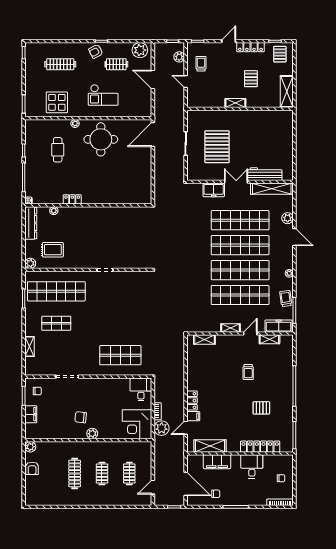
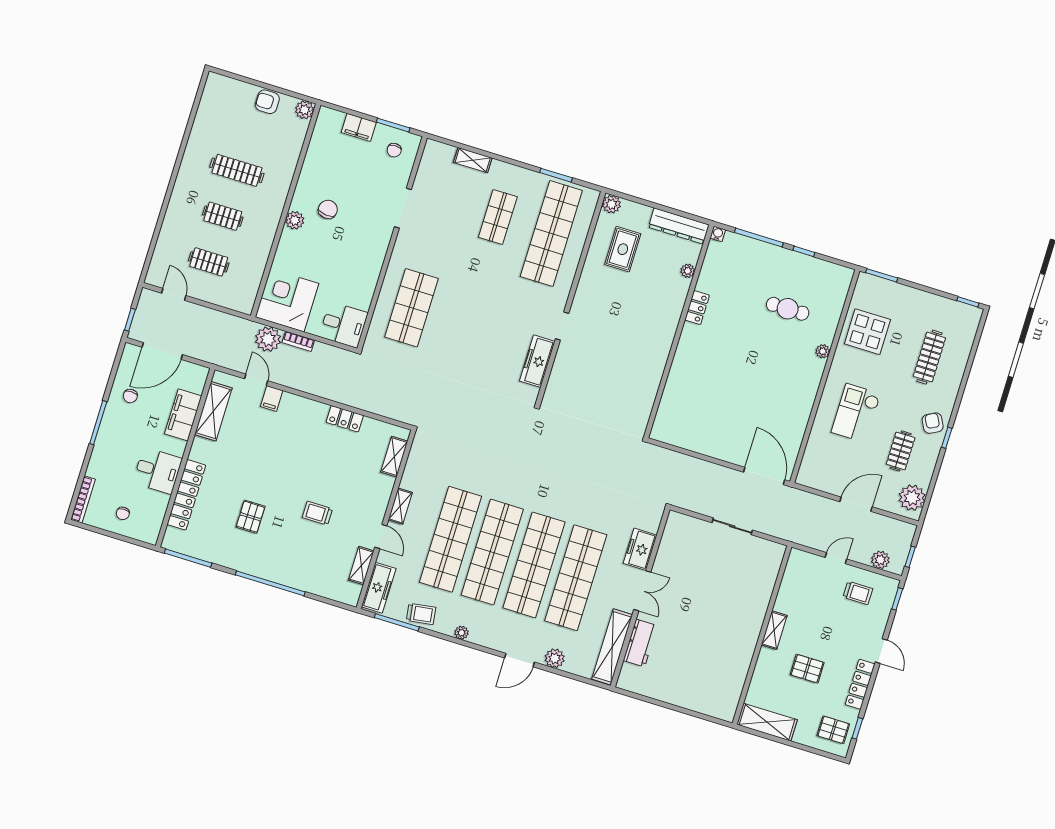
round table: (101, 139) -> (783, 386), removed
pallet: (217, 147) -> (711, 577), removed
workbench: (265, 174) -> (640, 643), width x0.73
freezer: (128, 278) -> (537, 361), added
locker: (192, 400) -> (345, 419), moved

